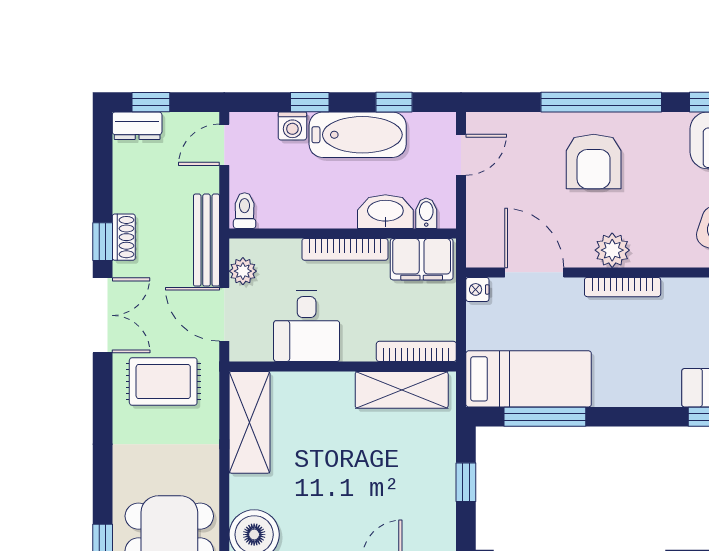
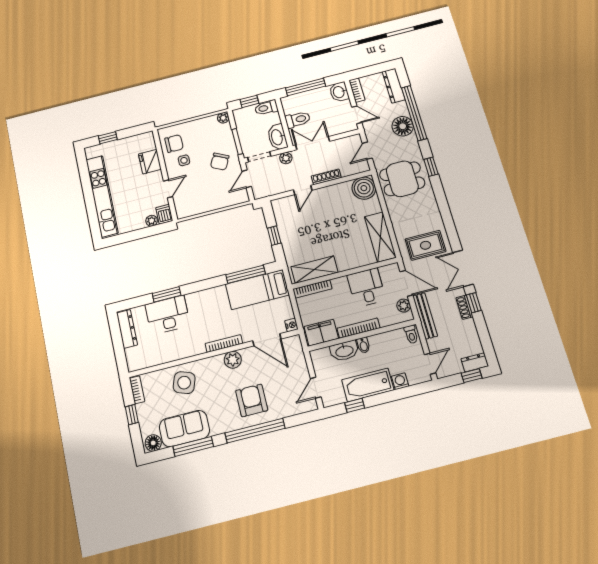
window: (310, 102) -> (395, 395), removed
bidet: (426, 213) -> (363, 345), moved

